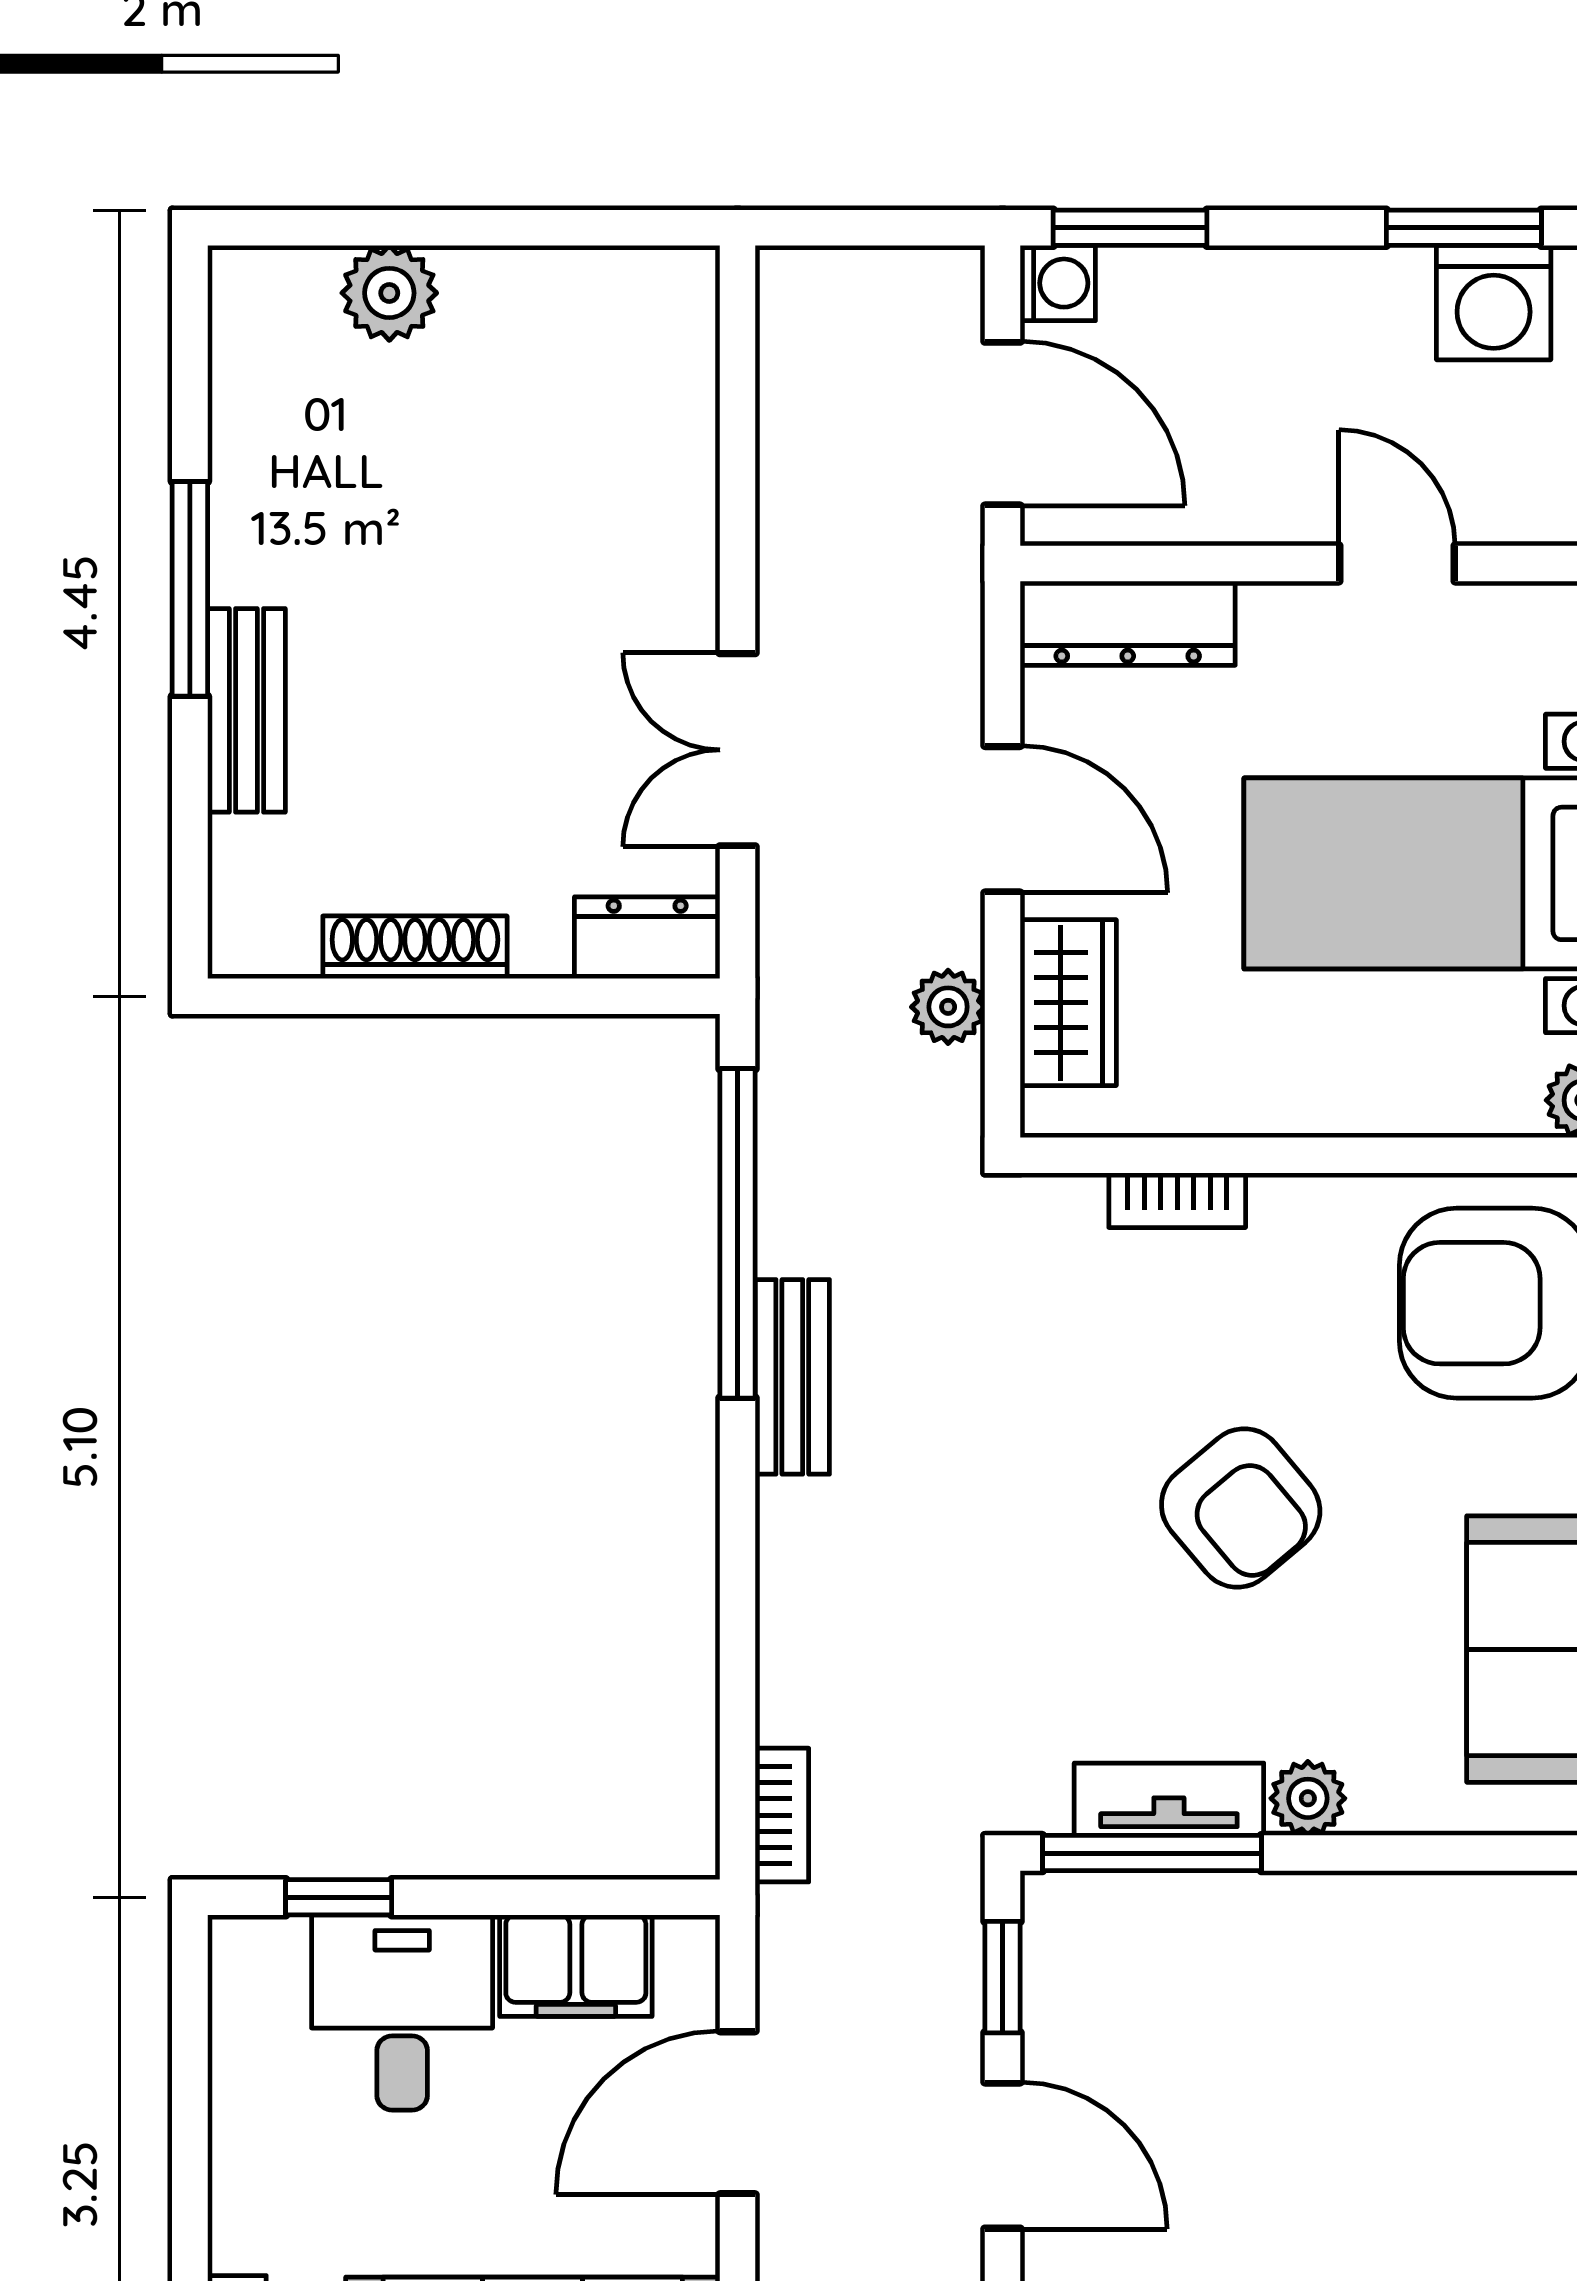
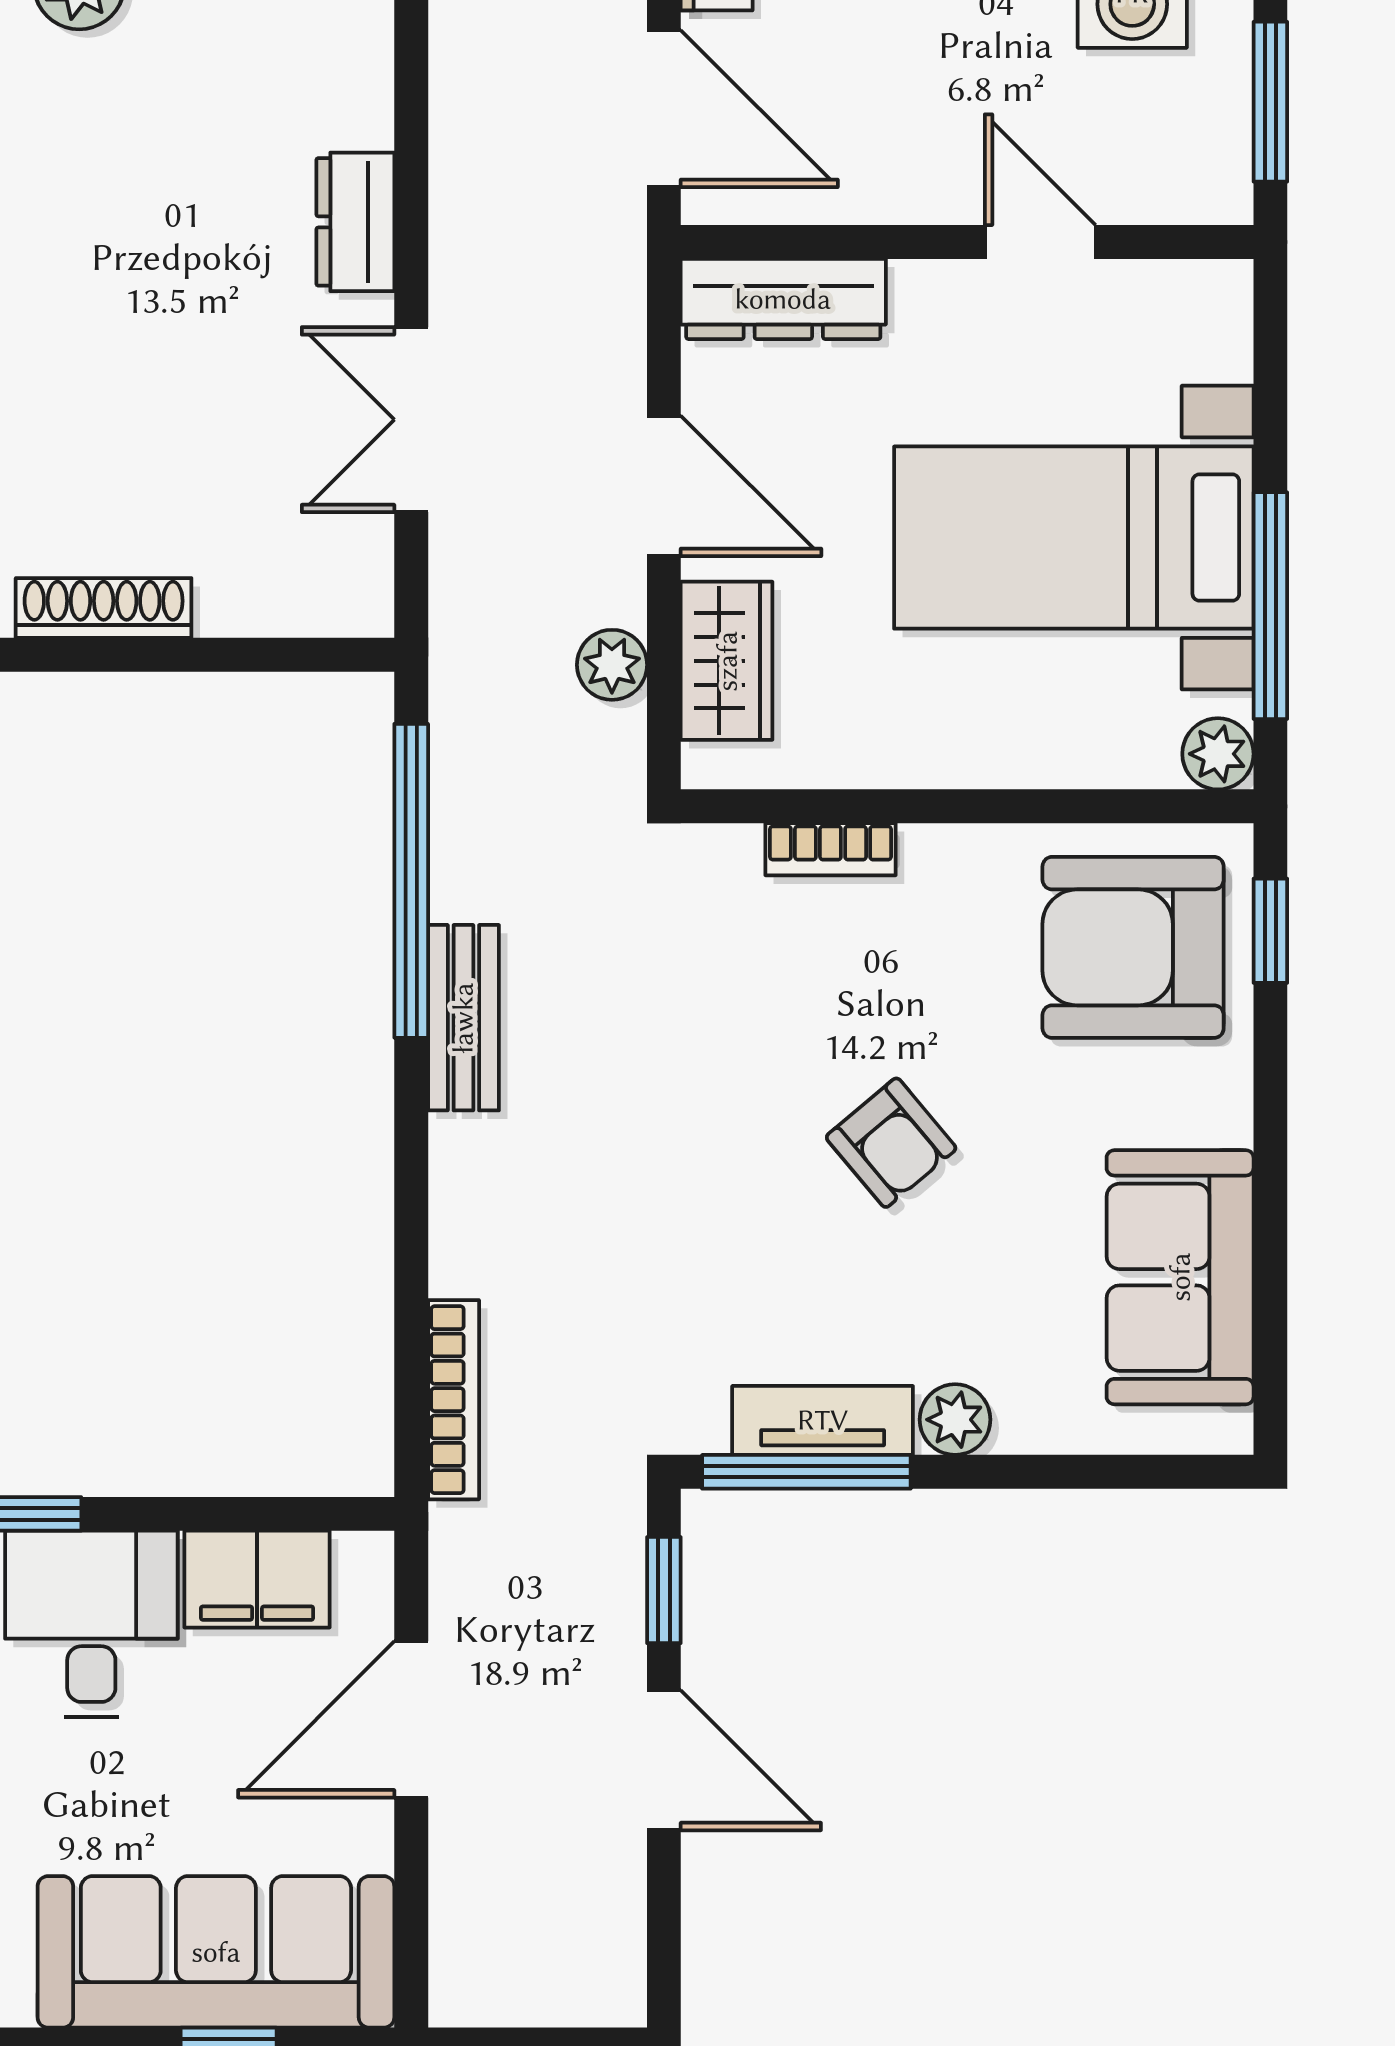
dresser: (647, 938) -> (355, 222), moved, turned -90
armchair: (1241, 1508) -> (891, 1143), width x0.72, depth x0.72
bookcase: (782, 1815) -> (454, 1400), width x1.56

